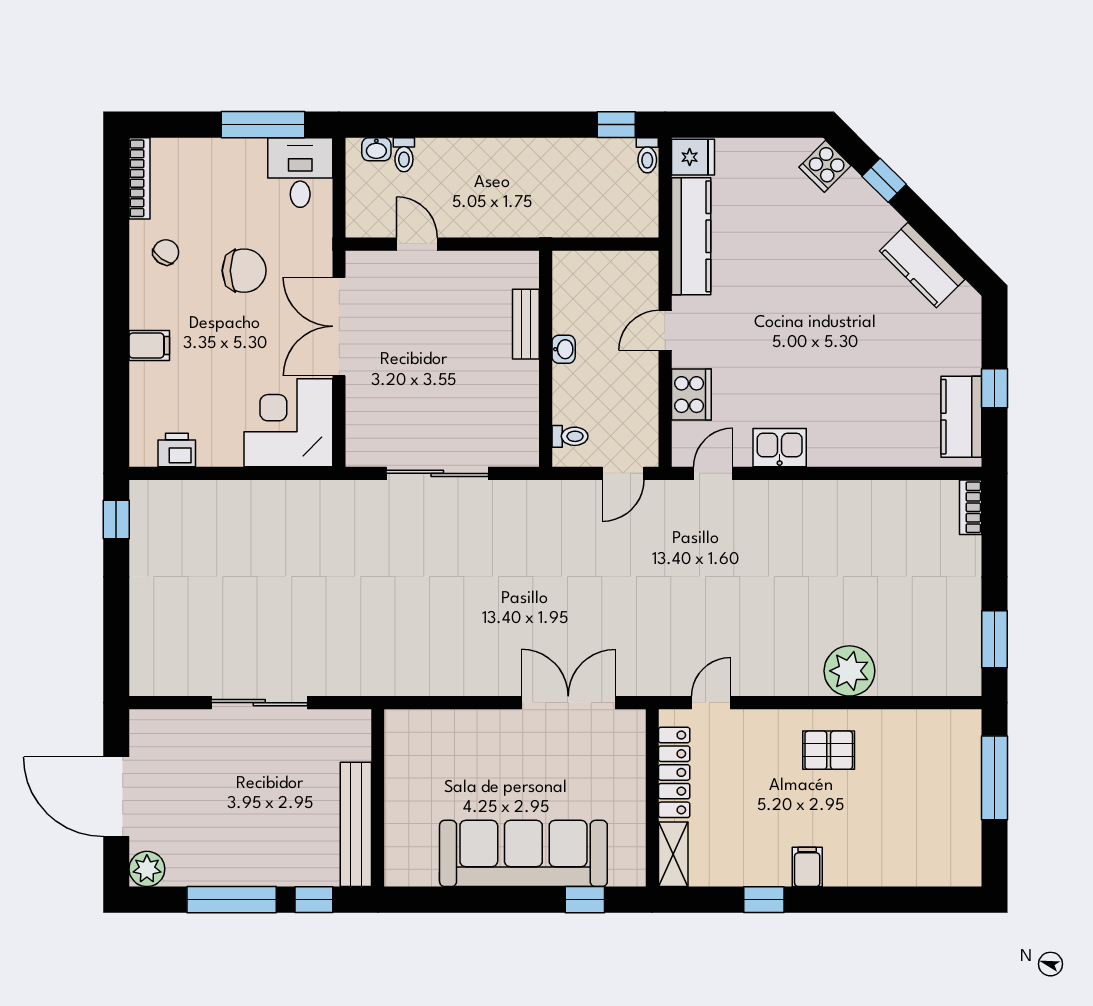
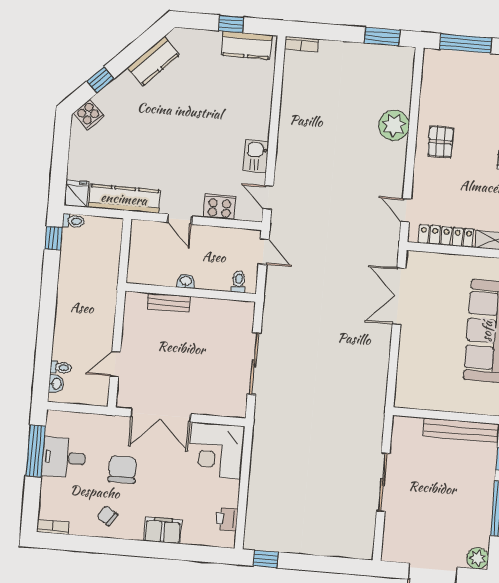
desk: (300, 172) -> (64, 458), moved
bookcase: (140, 178) -> (53, 527), width x0.64
filing cabinet: (149, 346) -> (163, 530), width x2.00

